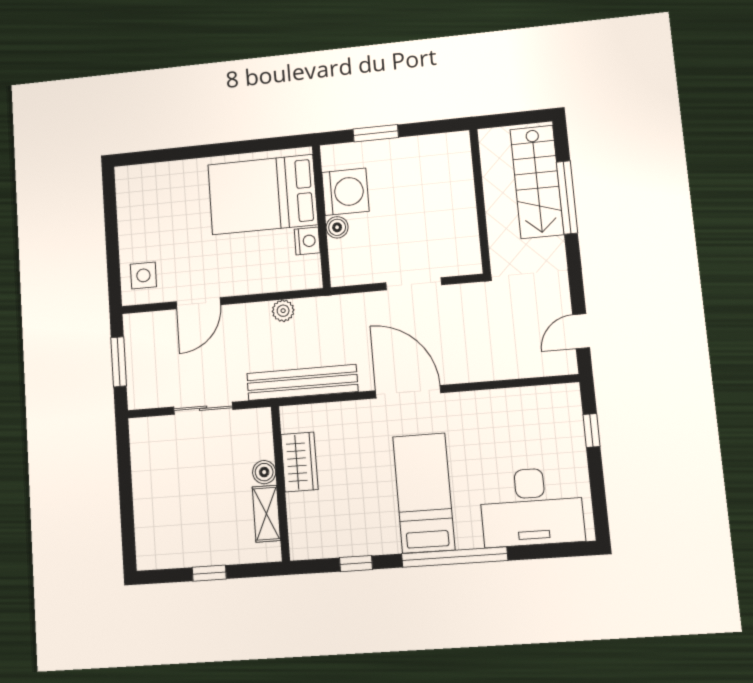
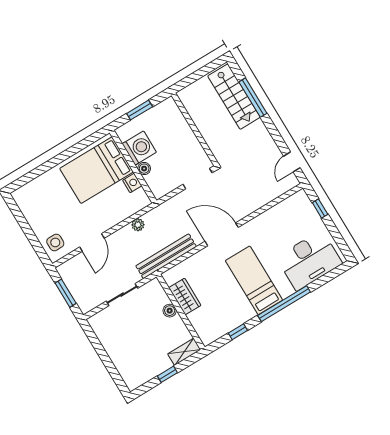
wall: (480, 201) -> (195, 129), moved
shelving: (266, 514) -> (184, 352), moved, turned 90

